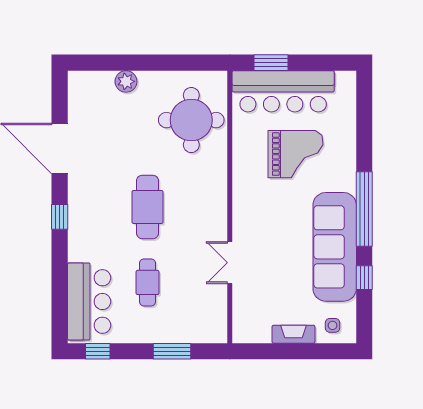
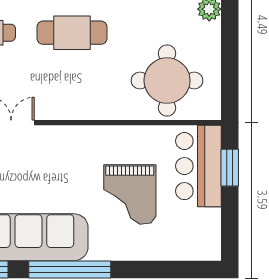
bar counter: (283, 91) -> (198, 166), width x0.73

